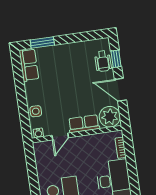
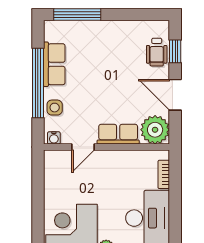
window: (42, 43) -> (77, 15), width x1.44
row of seats: (29, 65) -> (54, 64), moved
window: (21, 95) -> (38, 83), added

